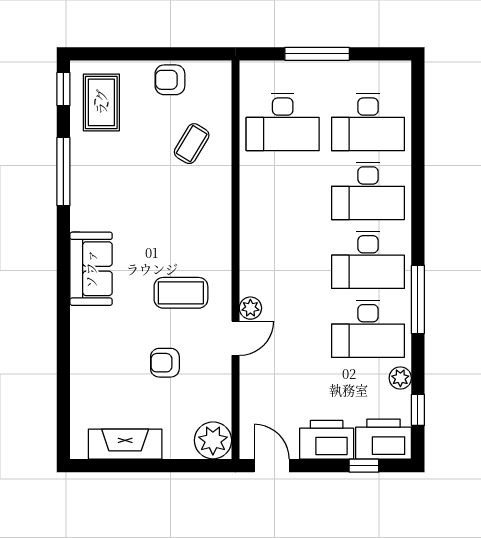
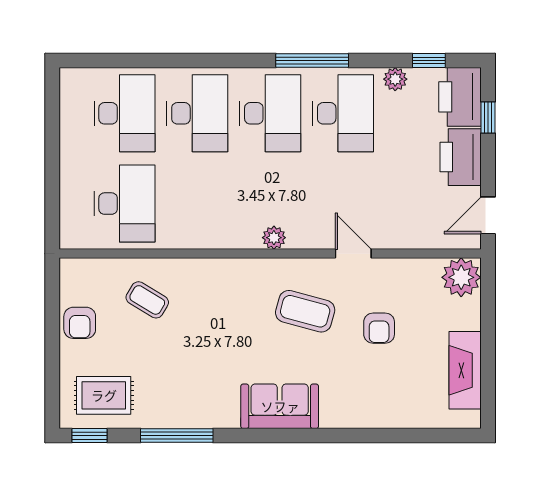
window: (317, 54) -> (52, 167), removed
coffee table: (181, 293) -> (305, 311), turned -75
plant: (250, 308) -> (274, 238), moved

